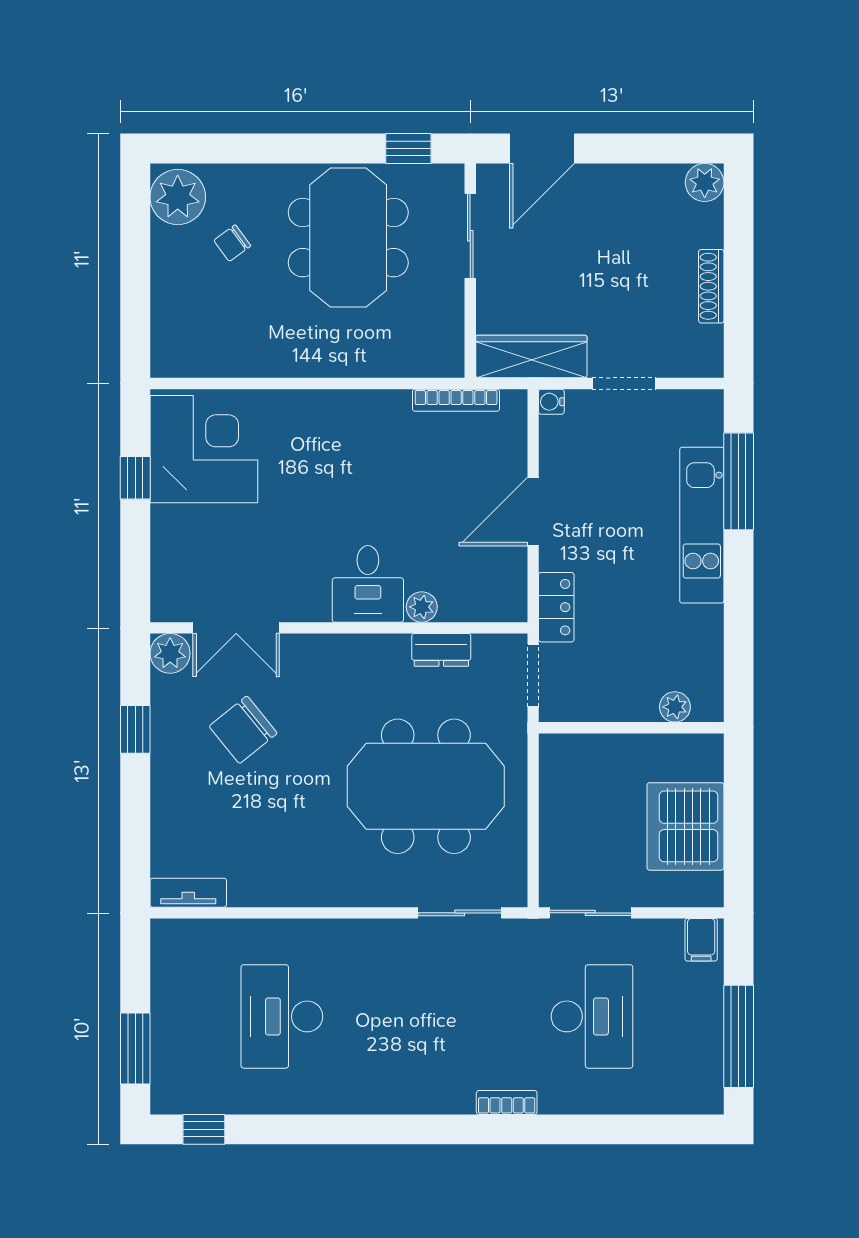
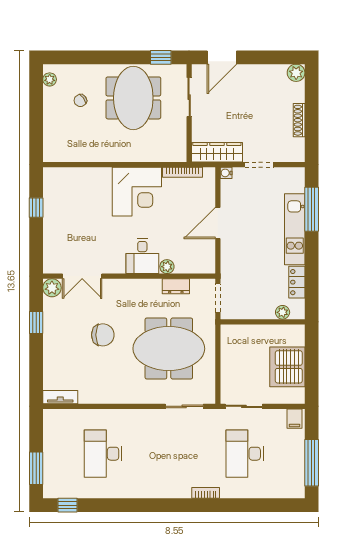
plant: (178, 197) -> (50, 79), width x0.53, depth x0.53
corner desk: (204, 449) -> (137, 192), moved, turned 90
locker: (556, 607) -> (297, 282), moved, turned 180
chair: (243, 730) -> (103, 335), moved, turned -141
desk: (592, 1016) -> (245, 454), turned 180

